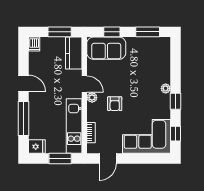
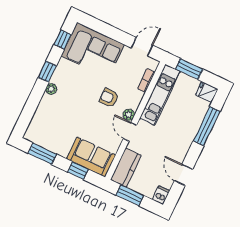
door: (24, 83) -> (184, 175), moved
armchair: (115, 104) -> (109, 98), turned -90

